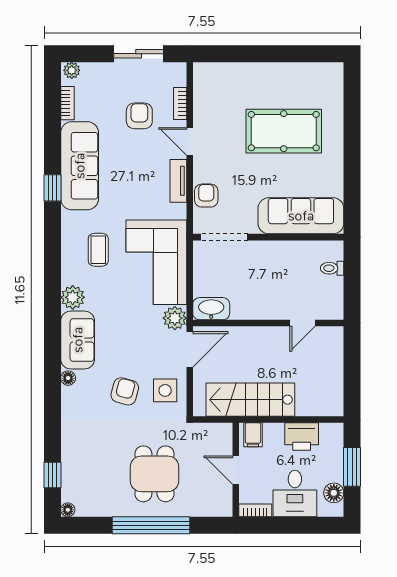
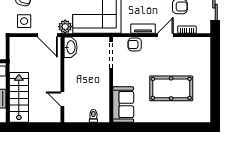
pool table: (284, 131) -> (171, 88), turned 90
armchair: (206, 196) -> (135, 44), turned 180
sofa: (301, 216) -> (123, 105), width x0.73
stairs: (250, 400) -> (19, 97), moved

